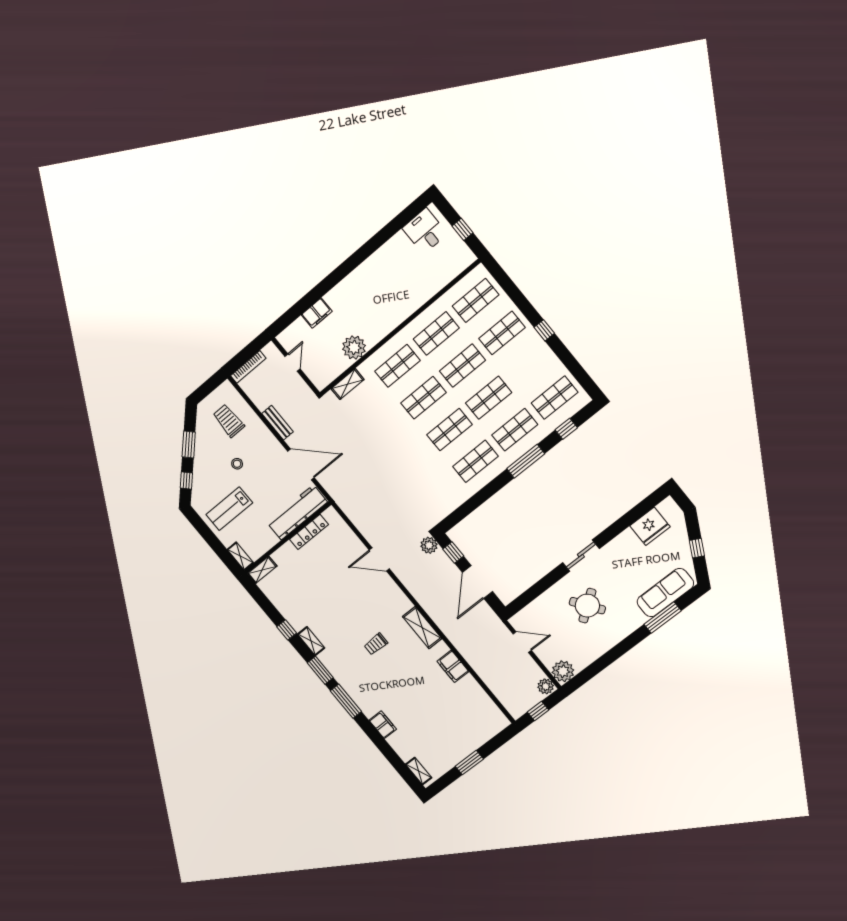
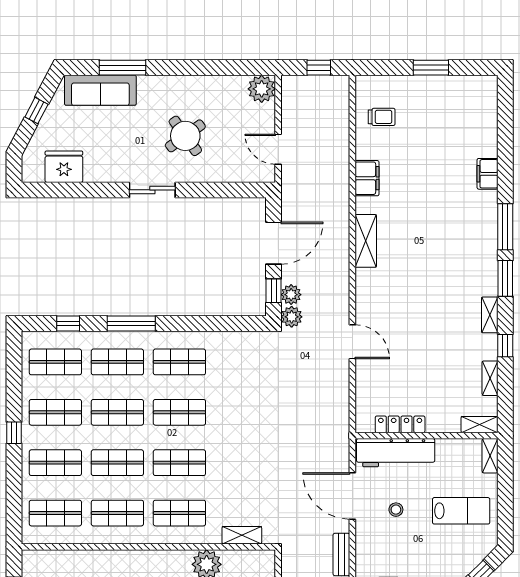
shop shelf: (528, 365) -> (55, 412), added
stool: (237, 464) -> (396, 510), moved
trolley: (376, 644) -> (382, 117), moved
plant: (546, 686) -> (291, 295), moved
shelving: (419, 771) -> (490, 378), moved

